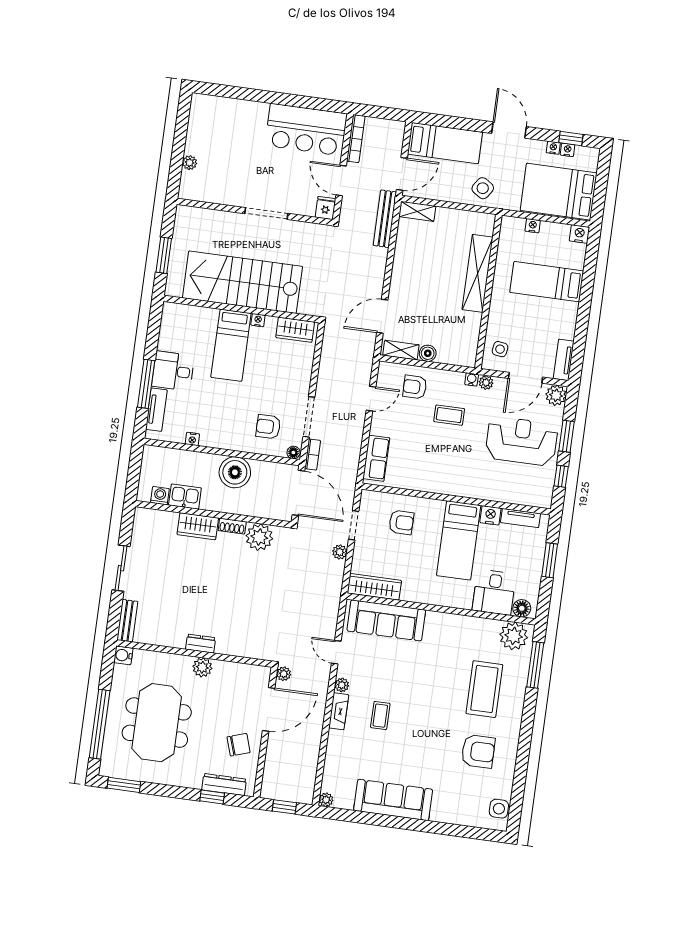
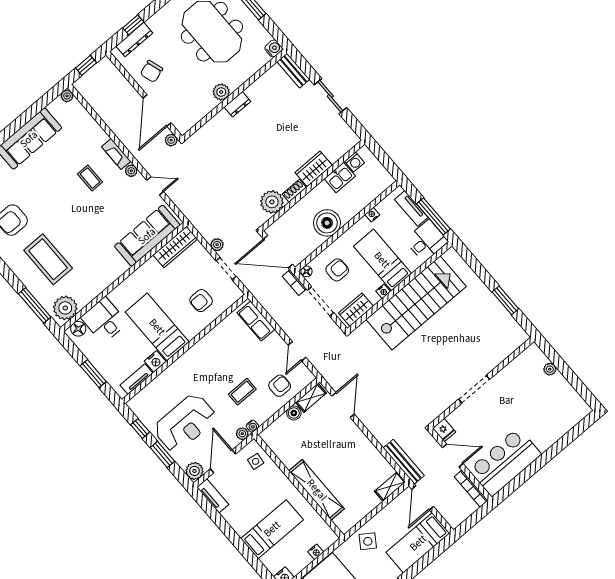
stairs: (242, 282) -> (416, 303), moved
wall: (241, 309) -> (400, 287), moved
nightstand: (258, 320) -> (383, 291), moved
wardrobe: (295, 330) -> (356, 310), moved
bed: (231, 345) -> (382, 260), moved

